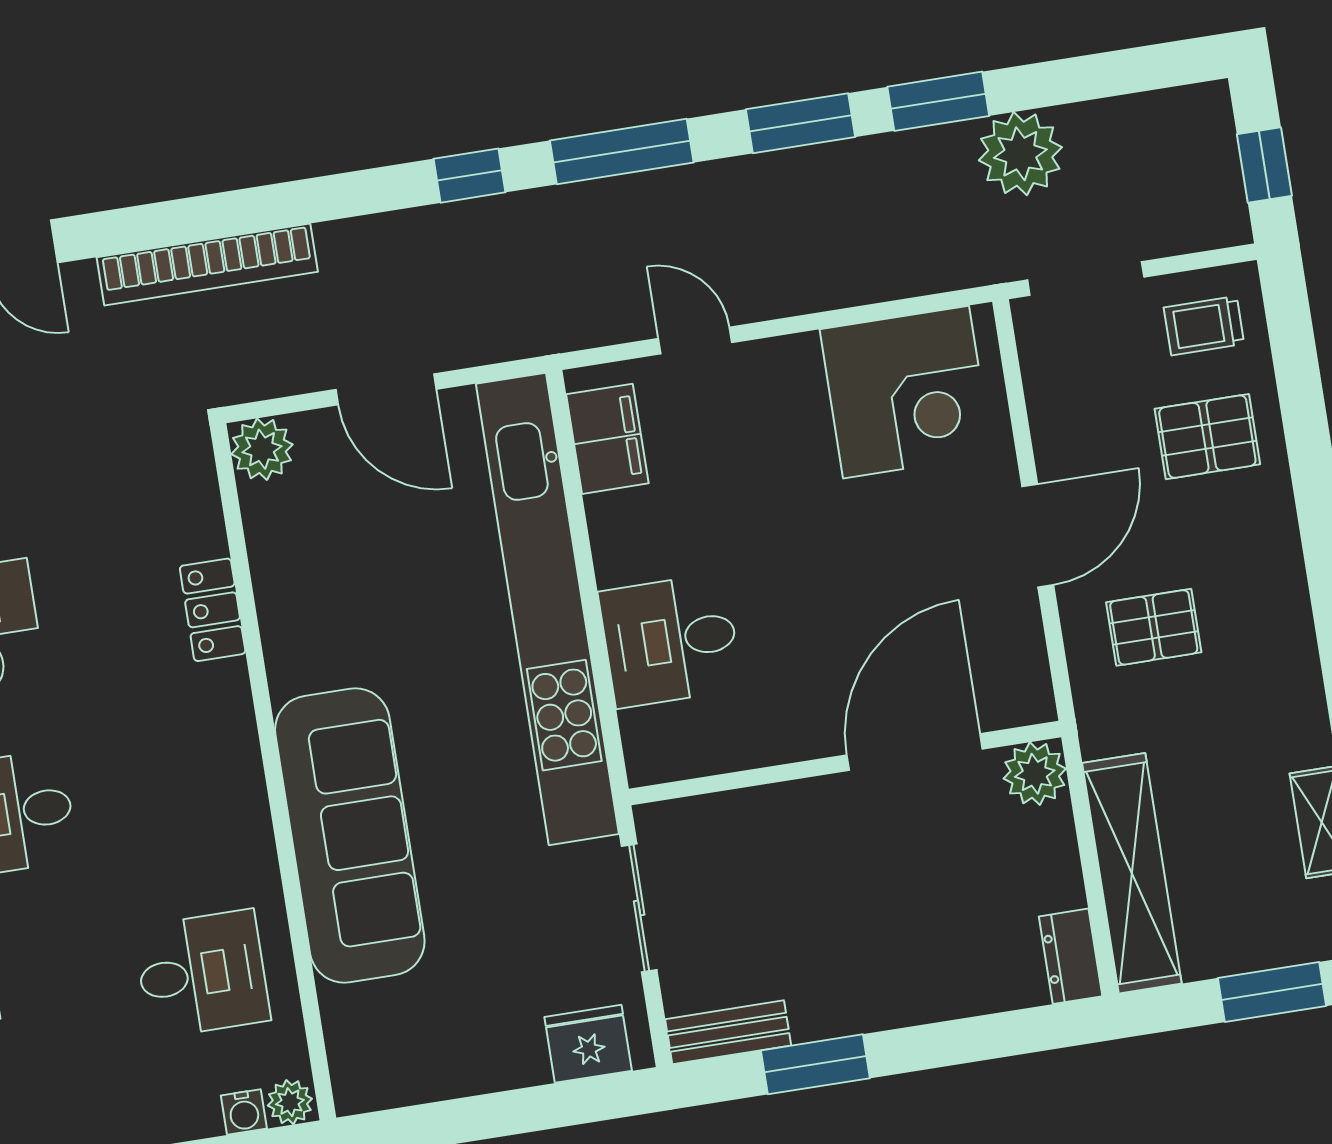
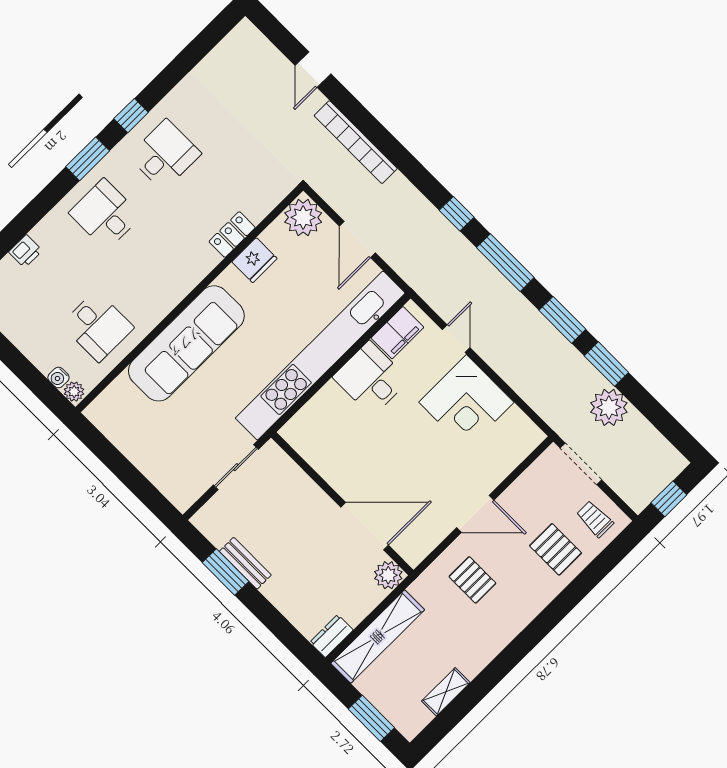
corner desk: (906, 392) -> (466, 402), moved
plant: (262, 449) -> (303, 218), width x1.36, depth x1.36
desk: (670, 640) -> (371, 379), moved
bench: (728, 1032) -> (245, 563), moved
fridge: (588, 1044) -> (254, 260), moved, turned 90

